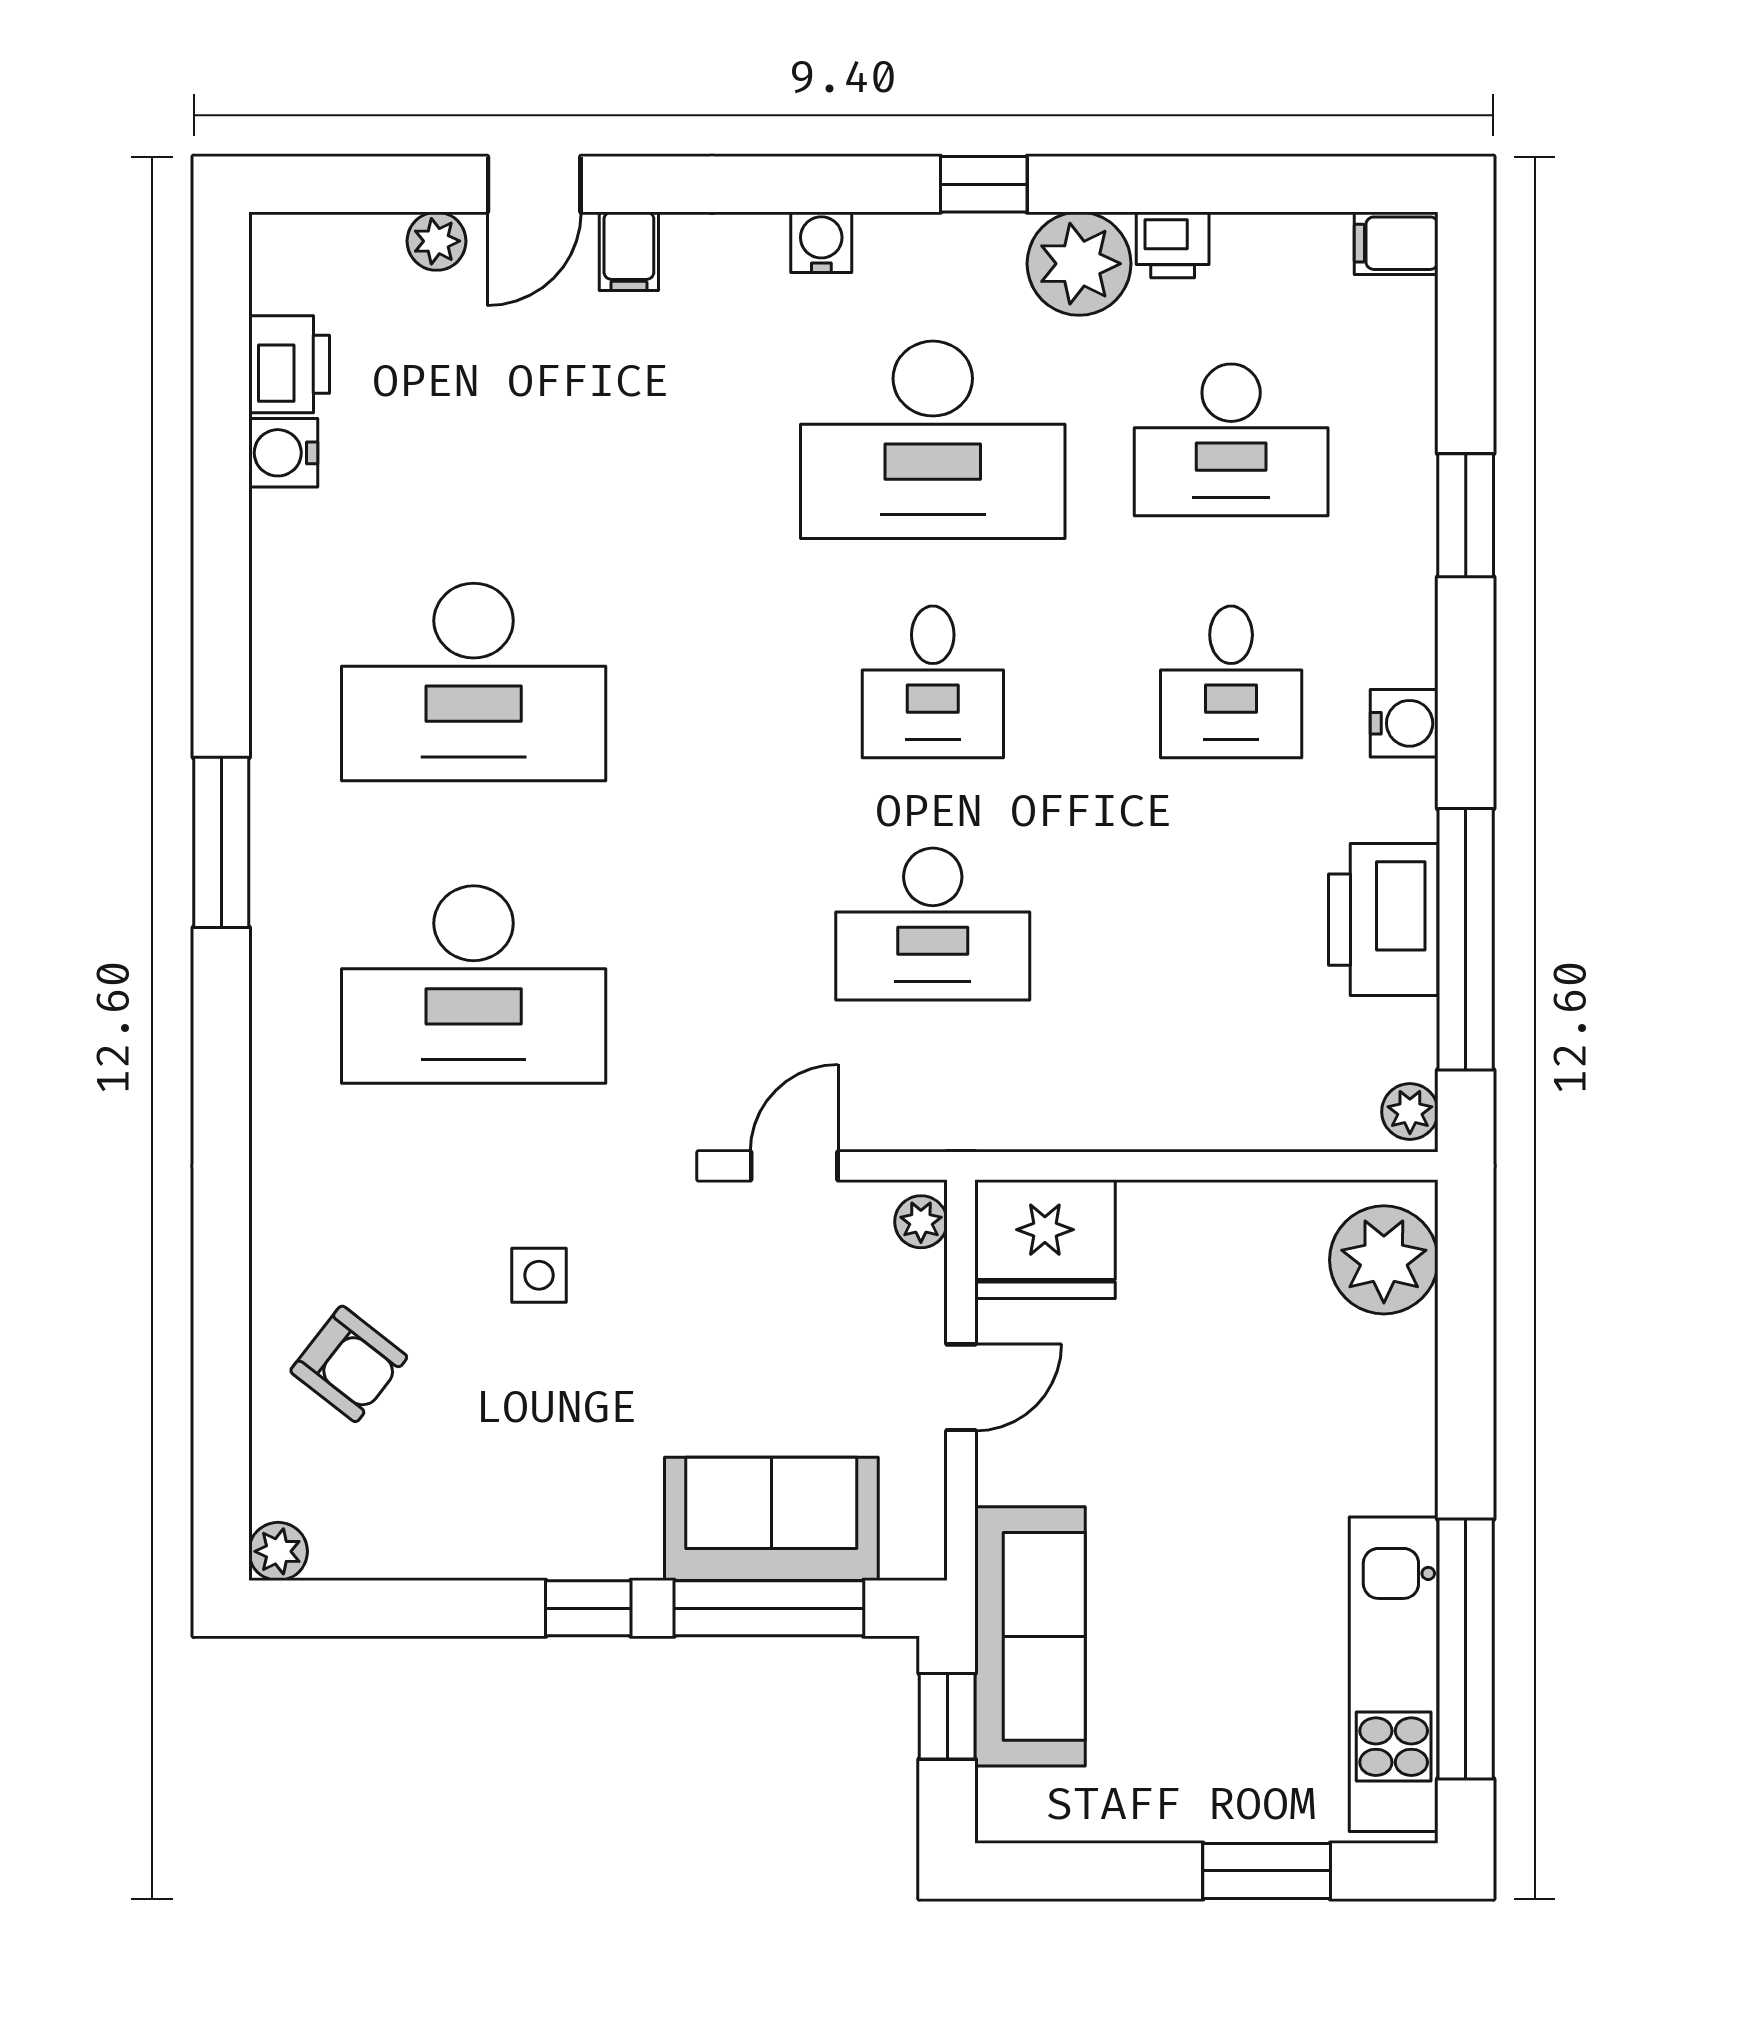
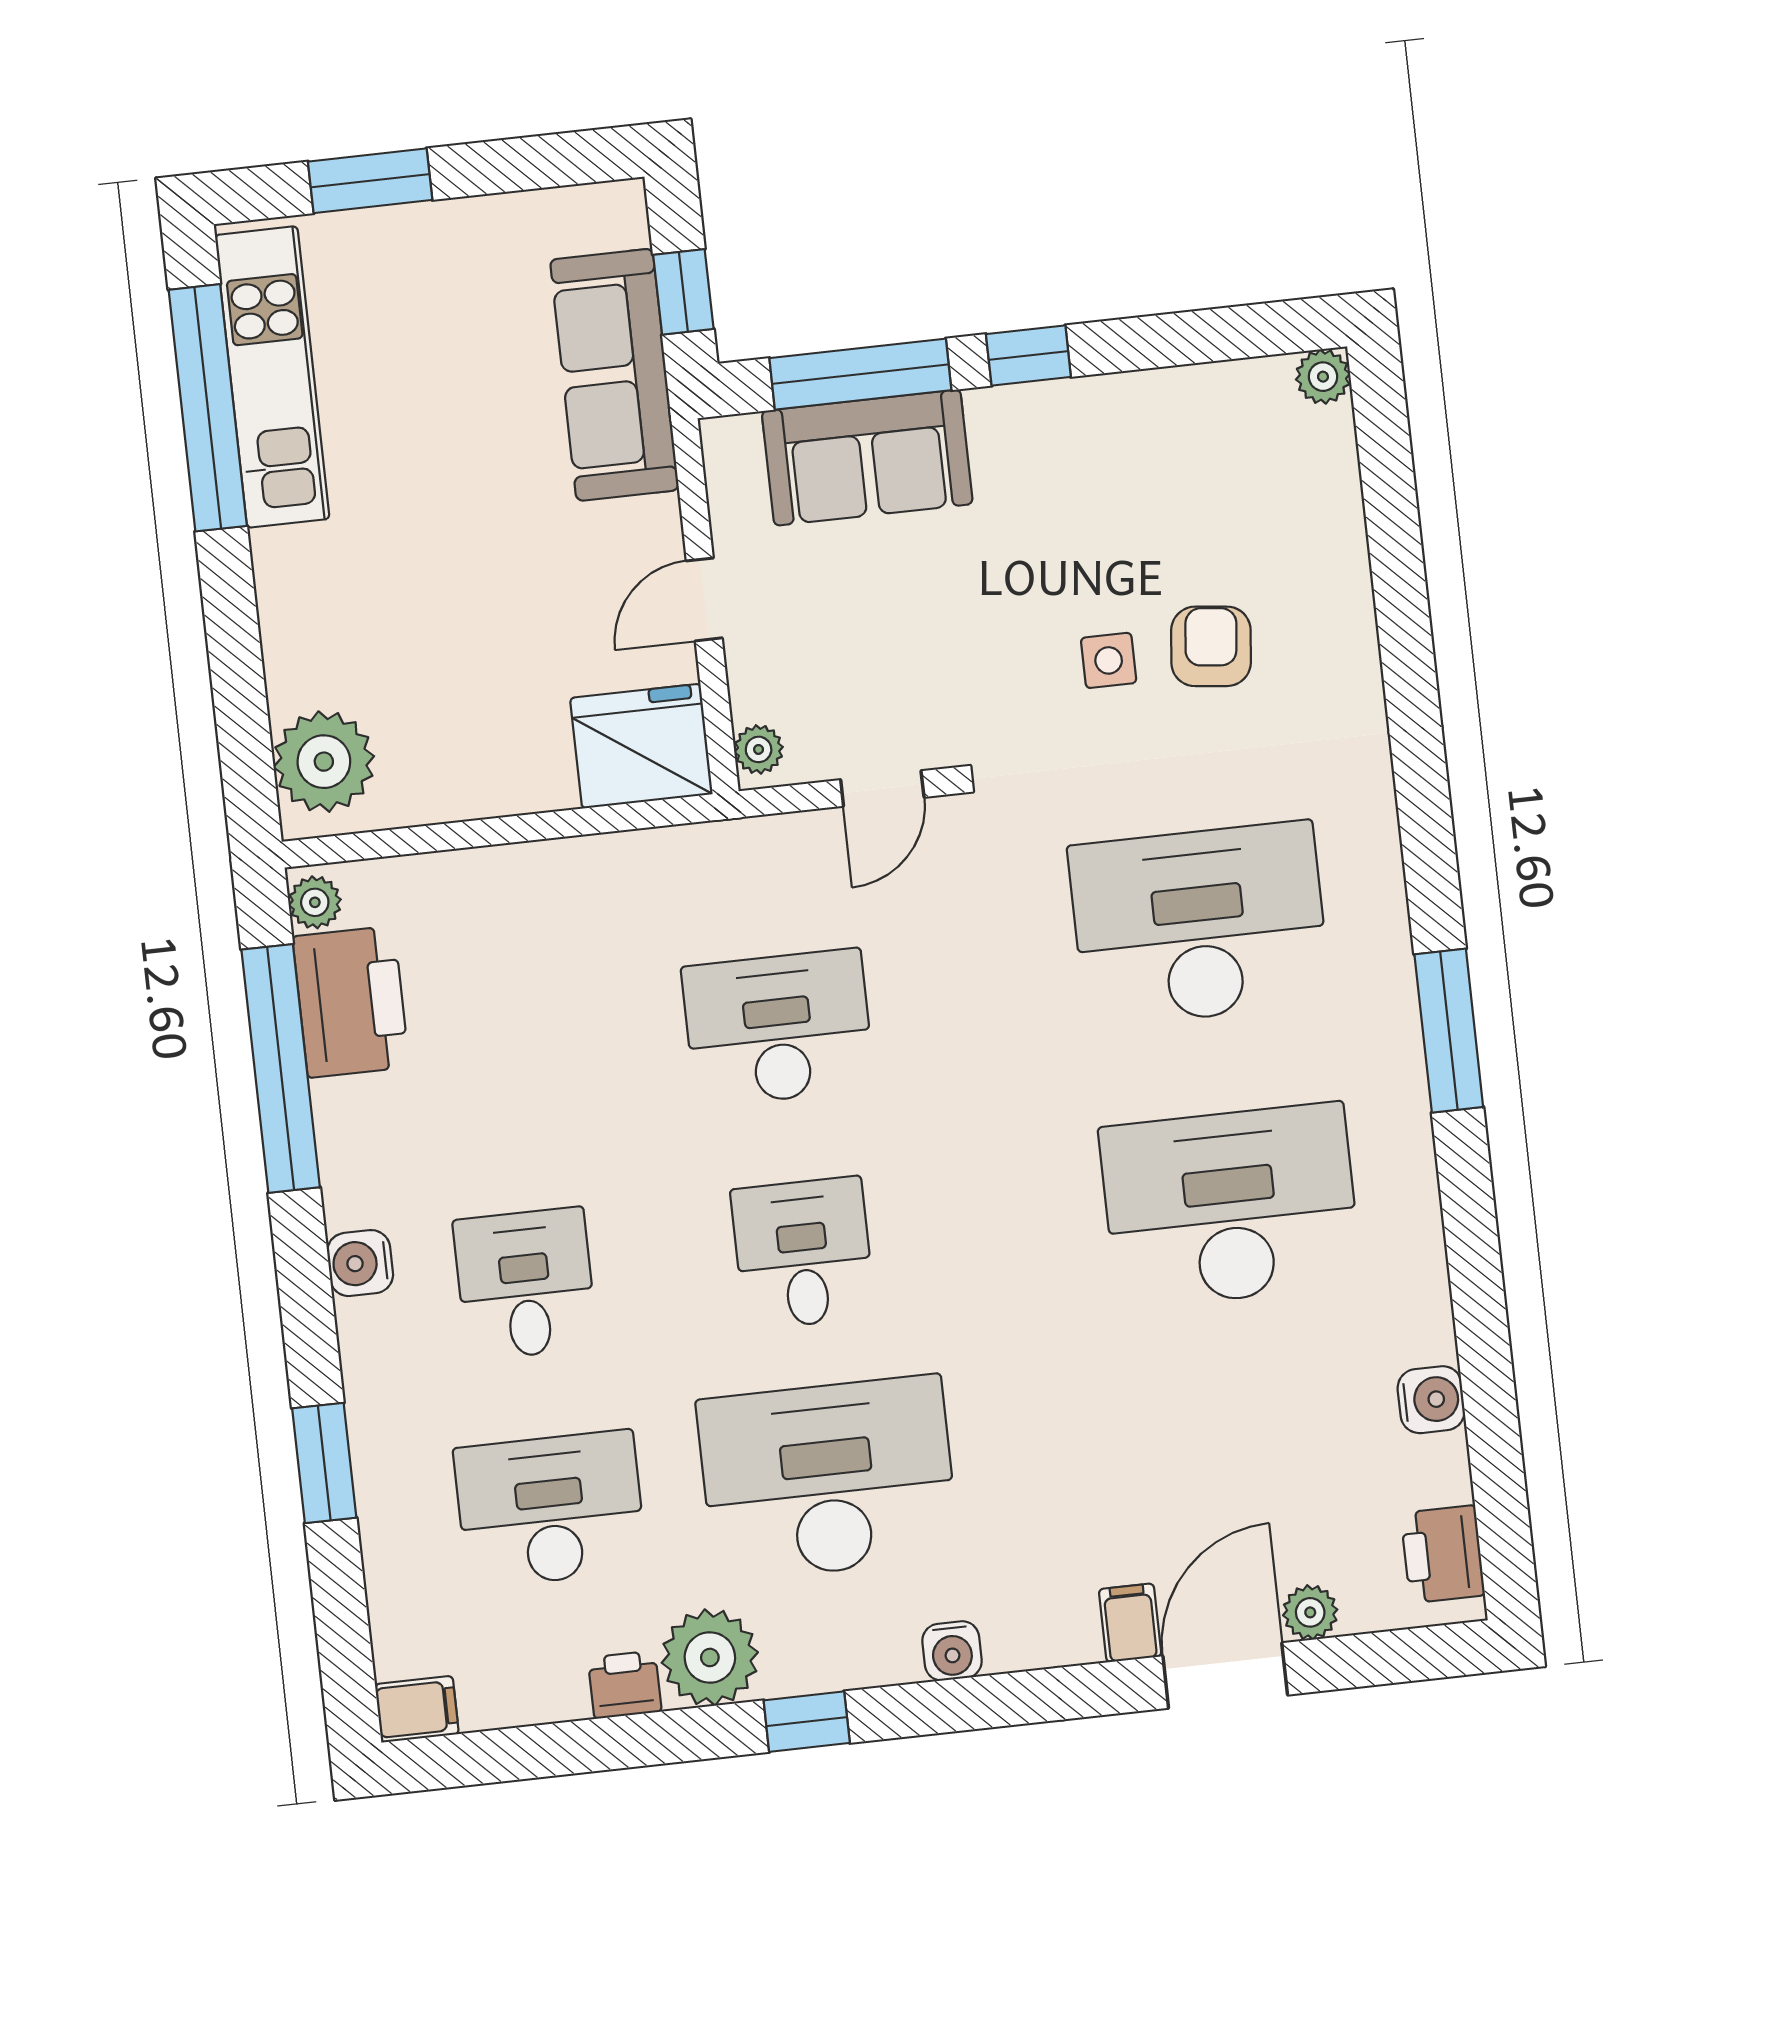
door: (534, 184) -> (1225, 1675), width x1.38
printer: (289, 364) -> (1443, 1554), moved
printer: (1383, 920) -> (351, 1002), moved
armchair: (349, 1364) -> (1211, 646), moved, turned 58

